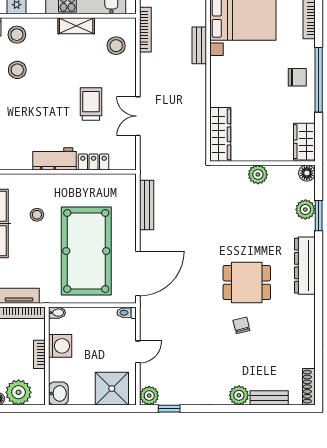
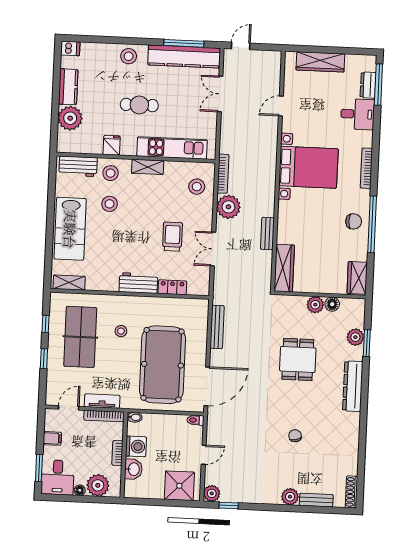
shelving: (76, 26) -> (148, 167), moved
bench: (199, 45) -> (267, 234), moved
plant: (153, 67) -> (228, 207), added
floor lamp: (307, 173) -> (332, 304), moved
dining table: (247, 283) -> (298, 359), moved, turned 90
washbasin: (58, 393) -> (133, 469), moved

